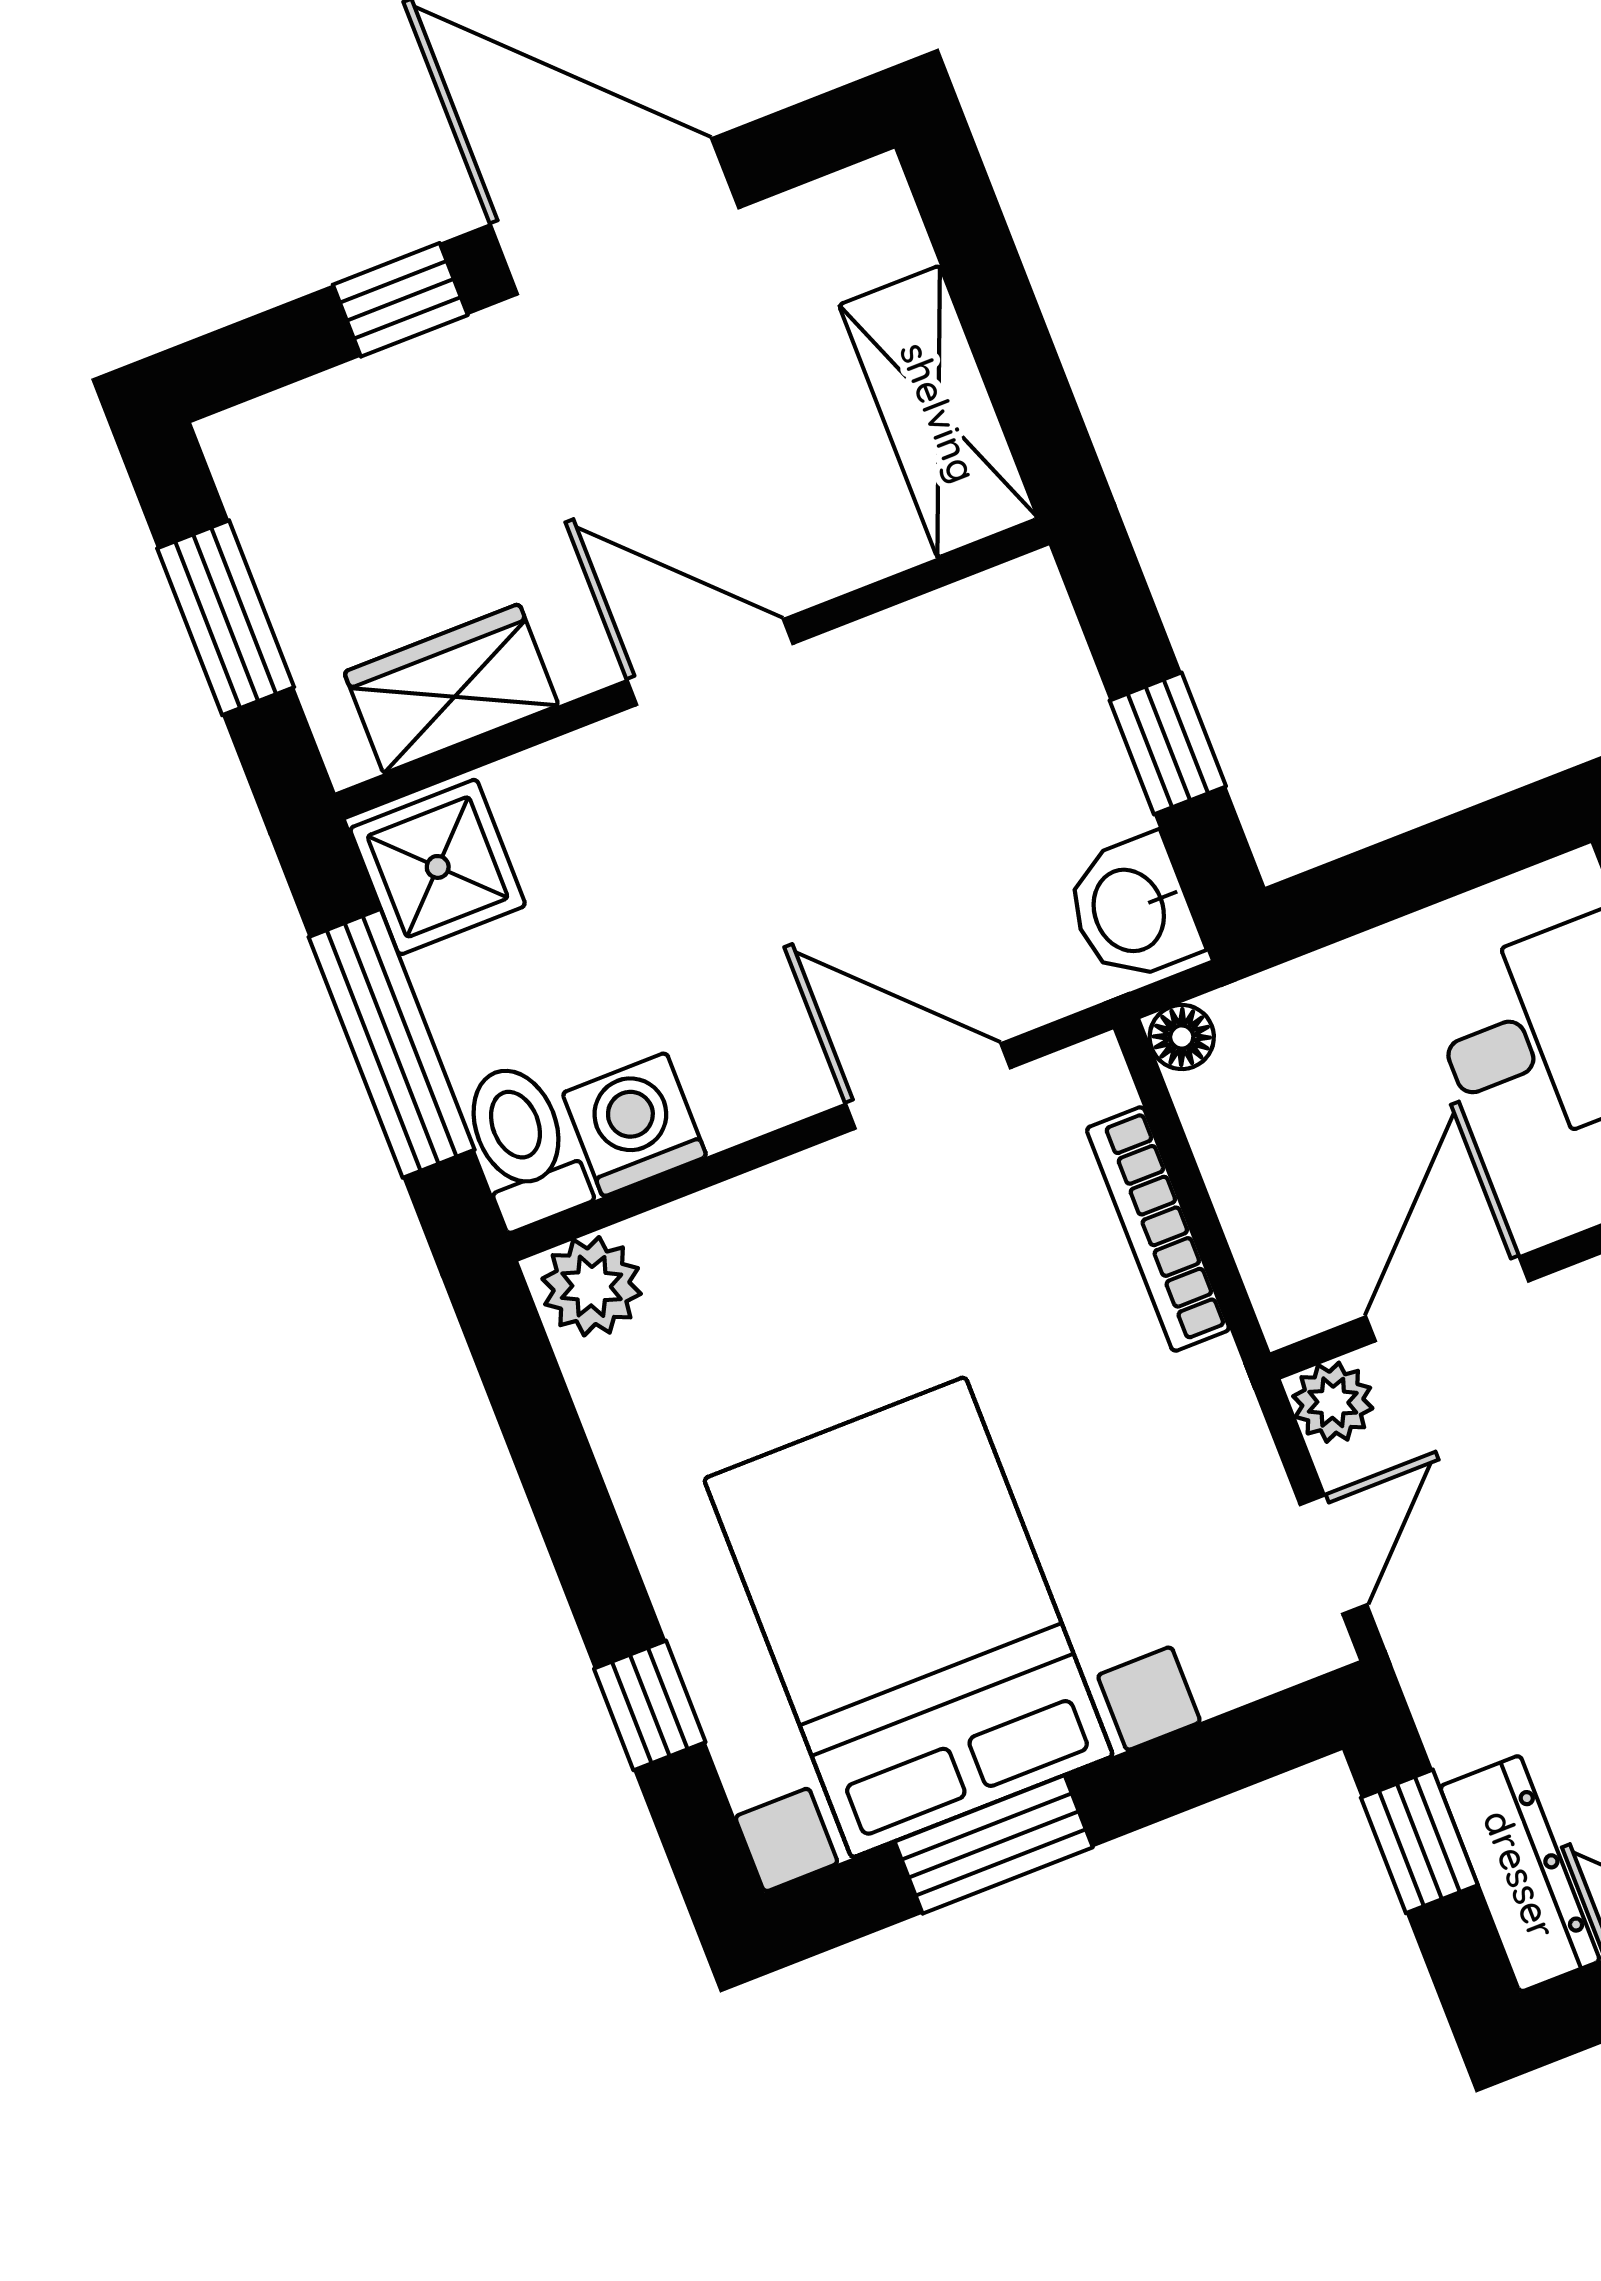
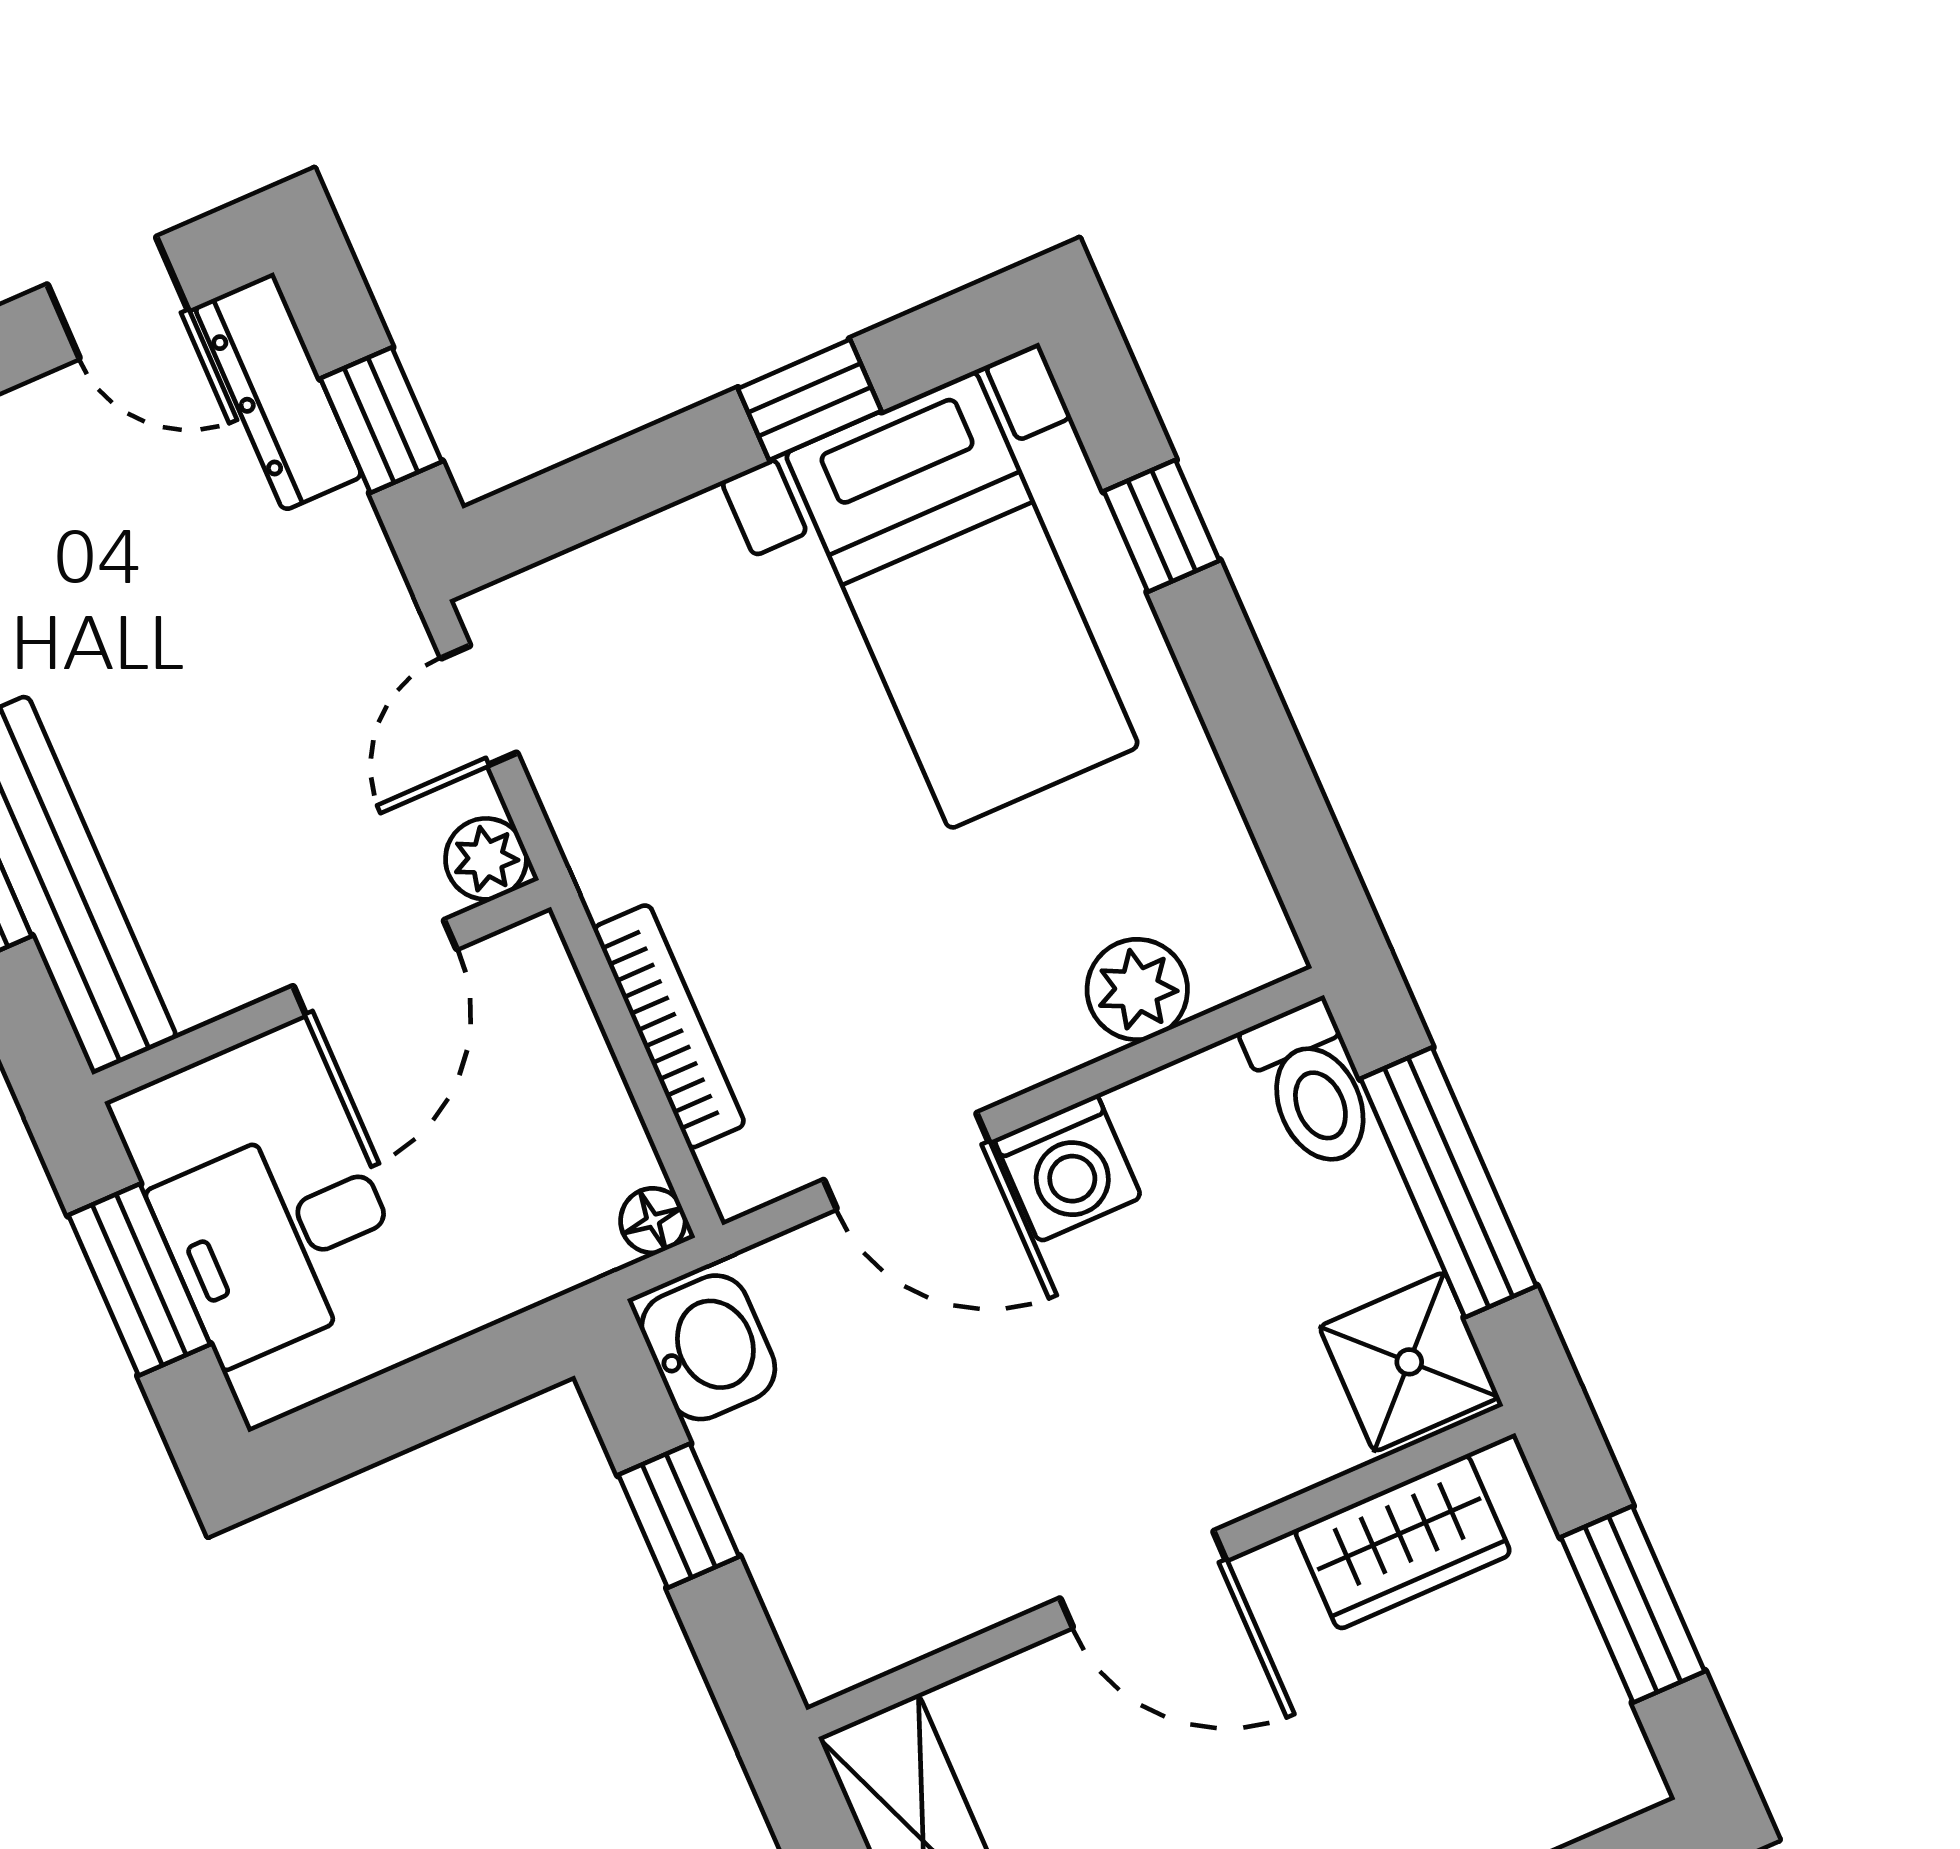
washing machine: (634, 1125) -> (1068, 1168), moved
plant: (592, 1286) -> (1137, 989), moved
bed with nightstands: (909, 1617) -> (962, 600), width x0.73
window: (994, 1844) -> (810, 400), width x0.67

